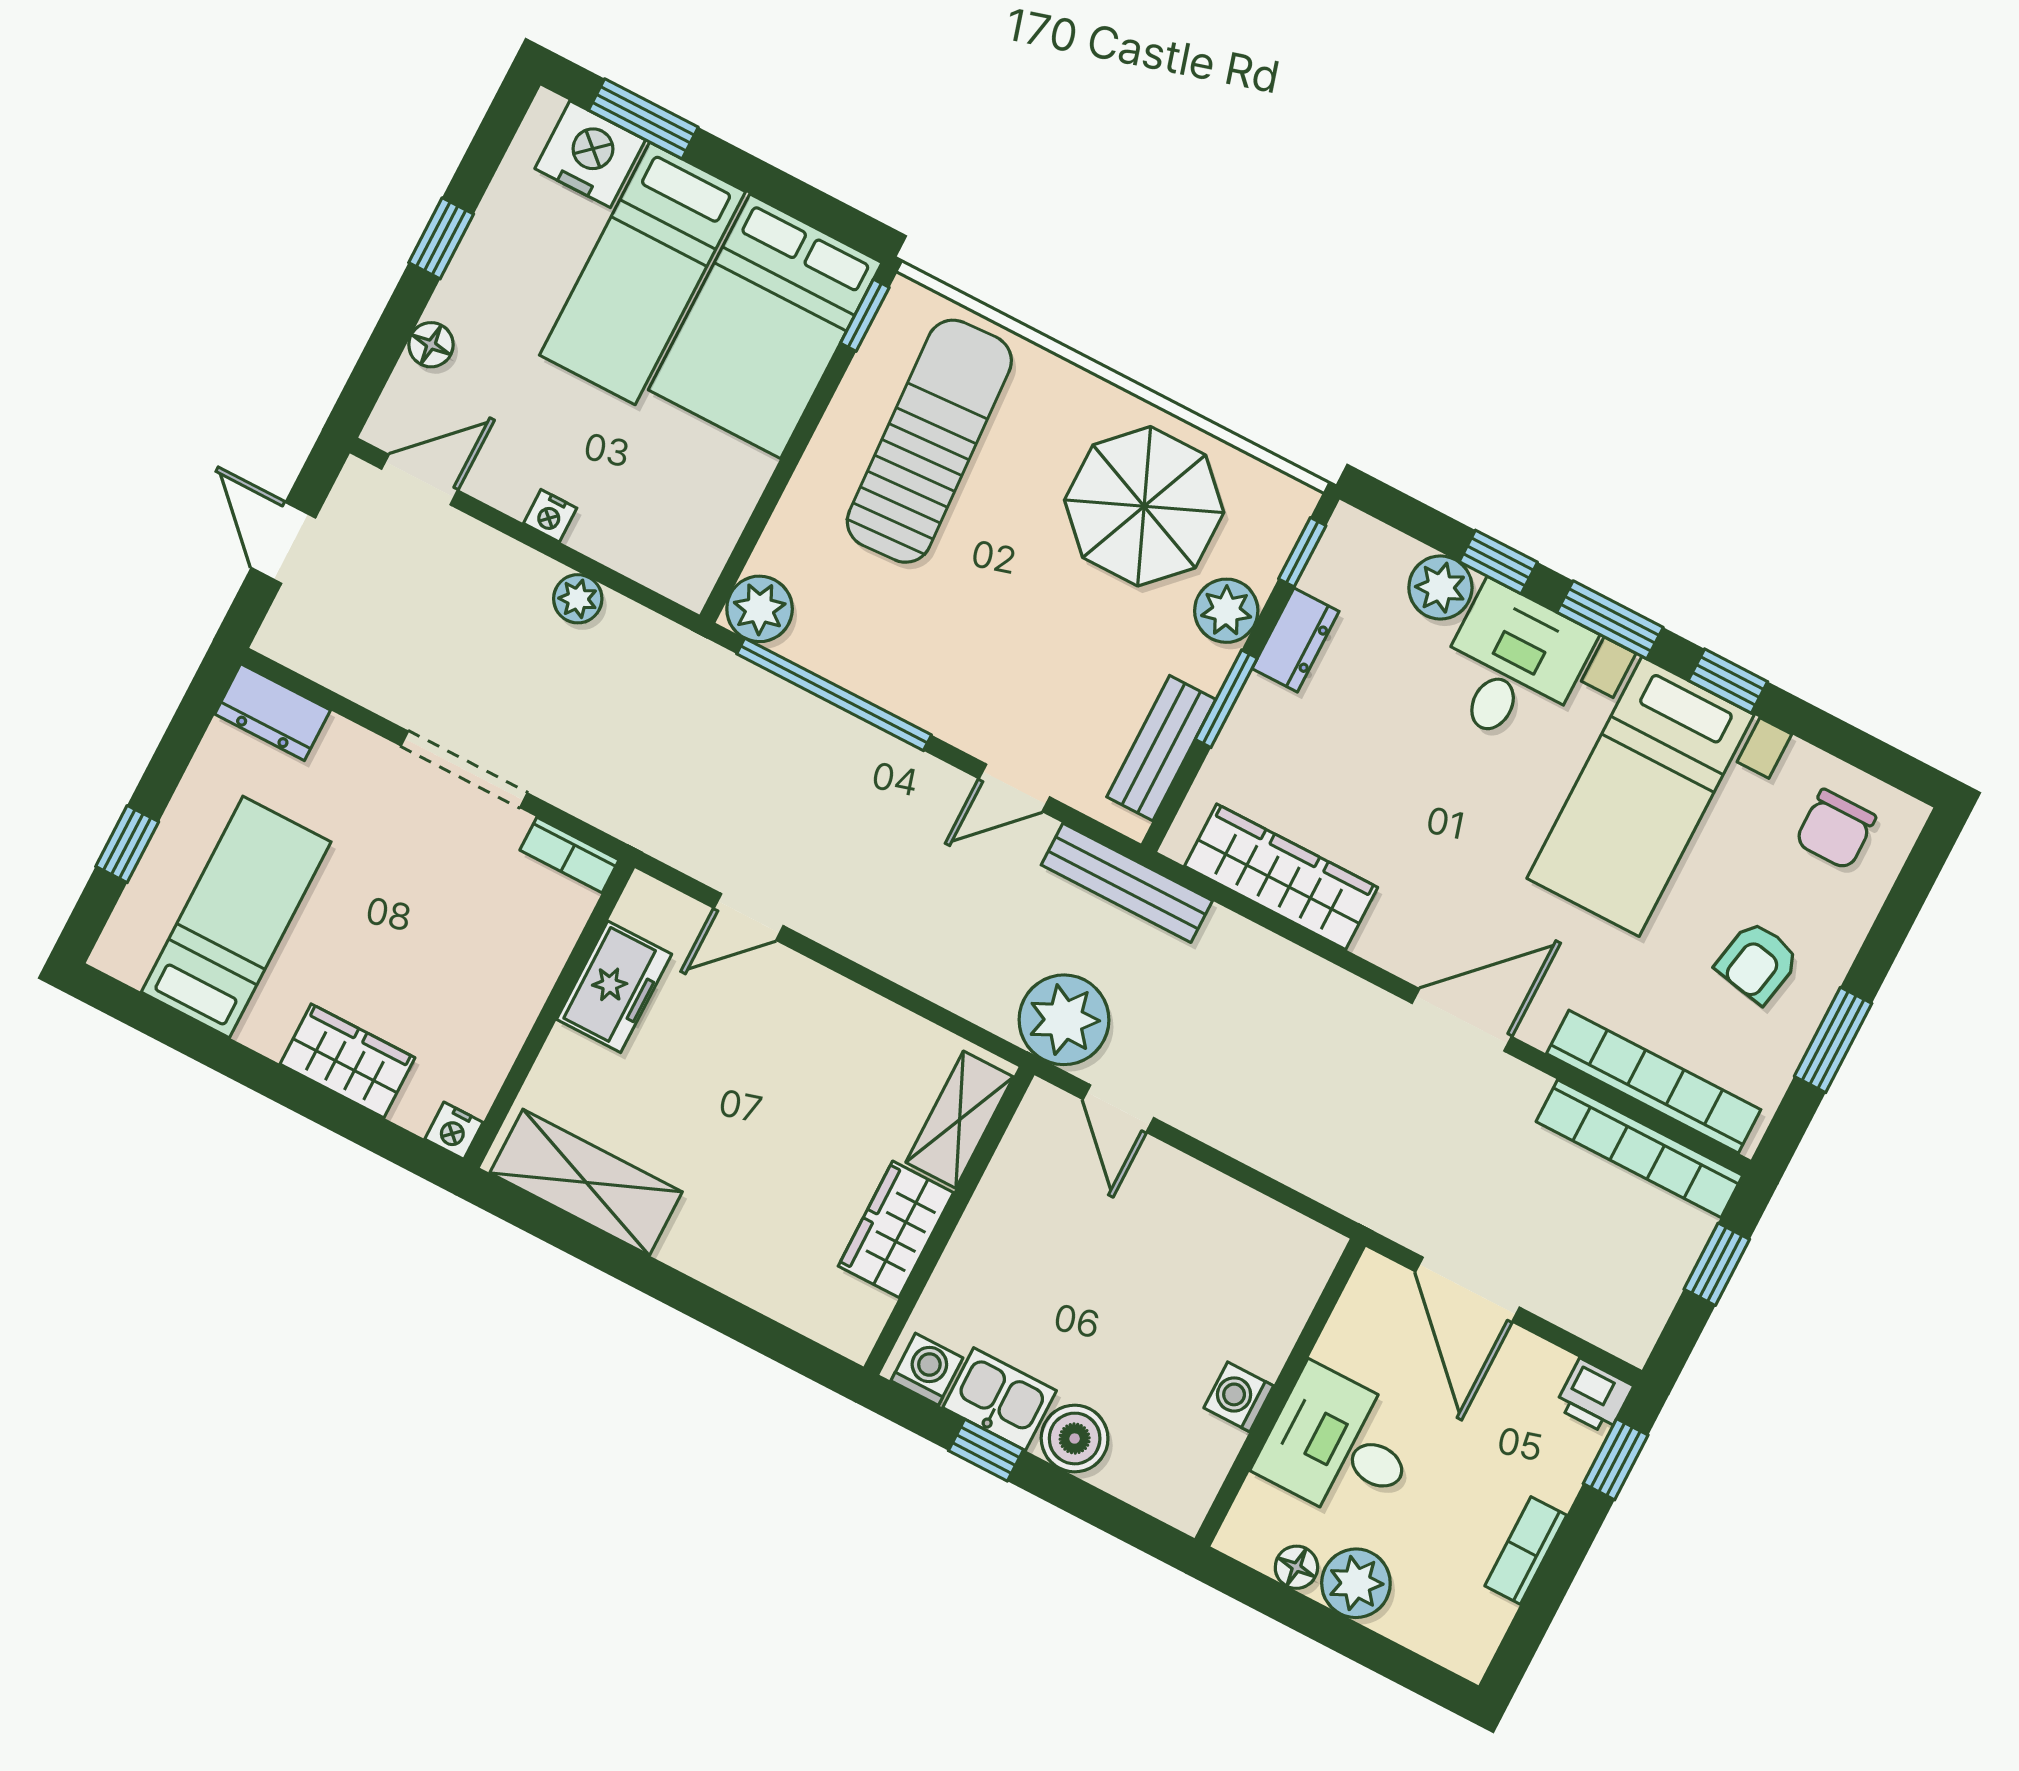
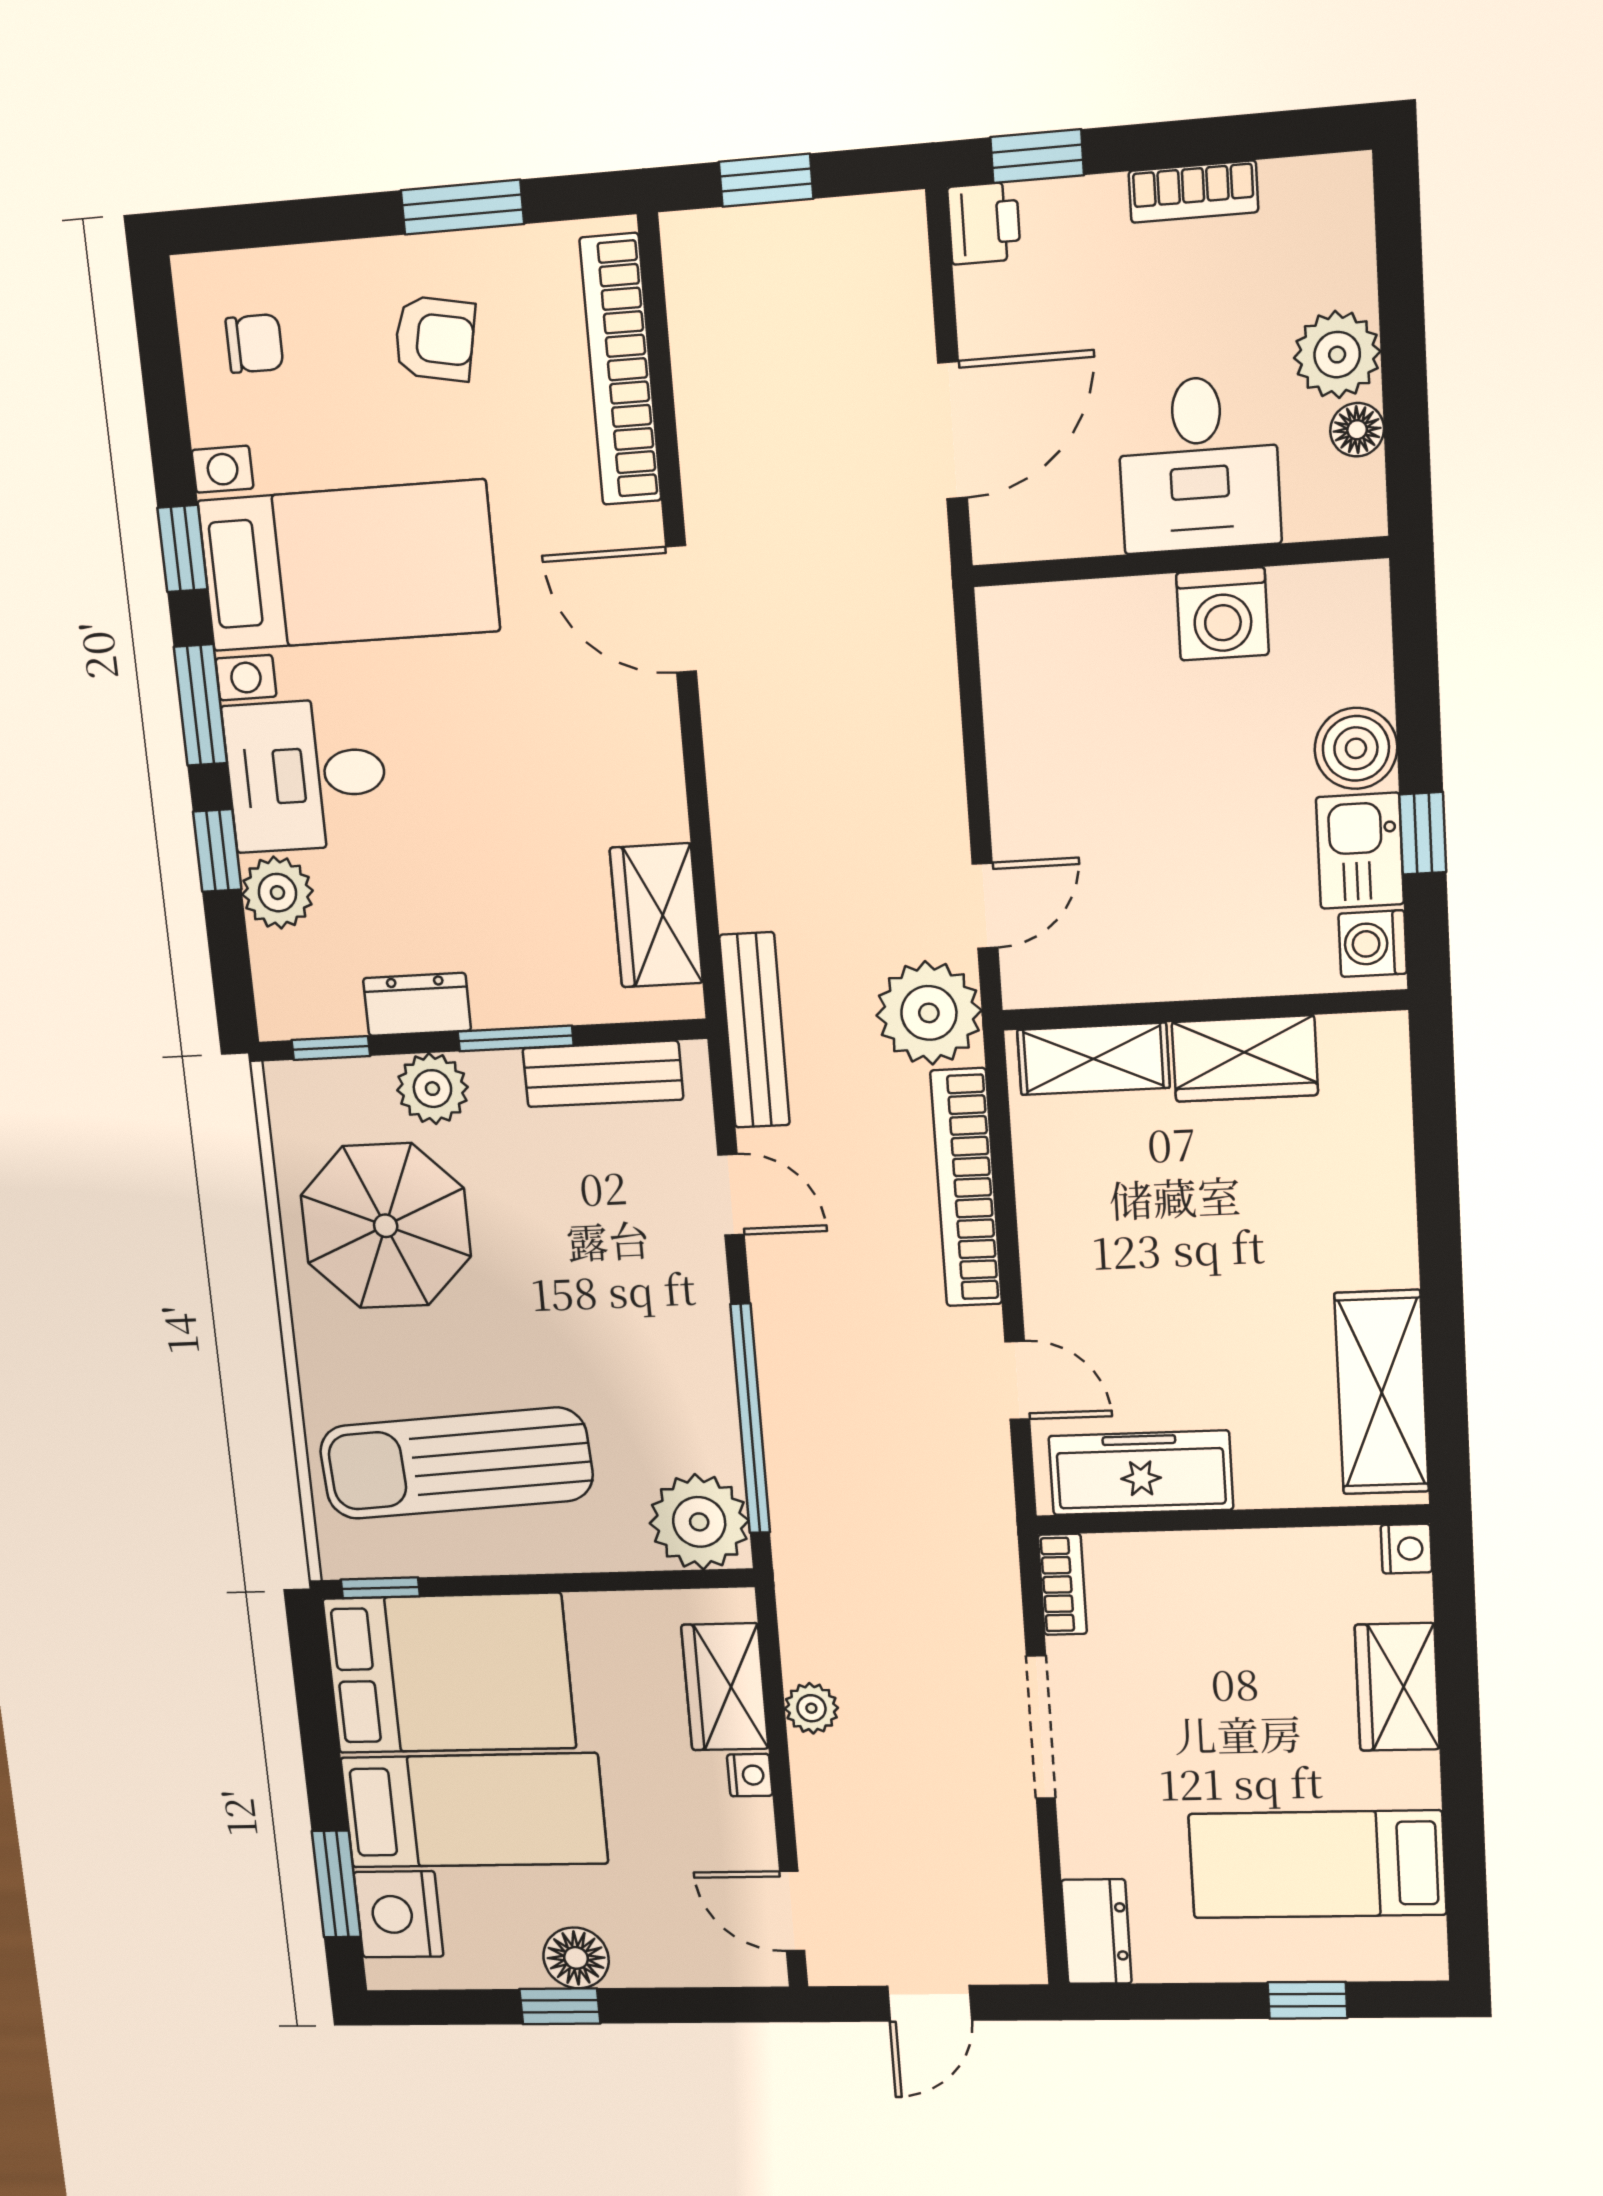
floor lamp: (431, 345) -> (576, 1958), moved, width x1.37, depth x1.37
wardrobe: (633, 541) -> (725, 1687), added
plant: (760, 609) -> (699, 1522), width x1.36, depth x1.36
chair: (1835, 829) -> (254, 344), width x0.73, depth x0.73
wardrobe: (1281, 877) -> (656, 915), width x0.67
freezer: (614, 987) -> (1141, 1473), width x1.40
bookcase: (1639, 1149) -> (966, 1188), moved, turned 180
washing machine: (1239, 1397) -> (1222, 614), width x1.38, depth x1.38

